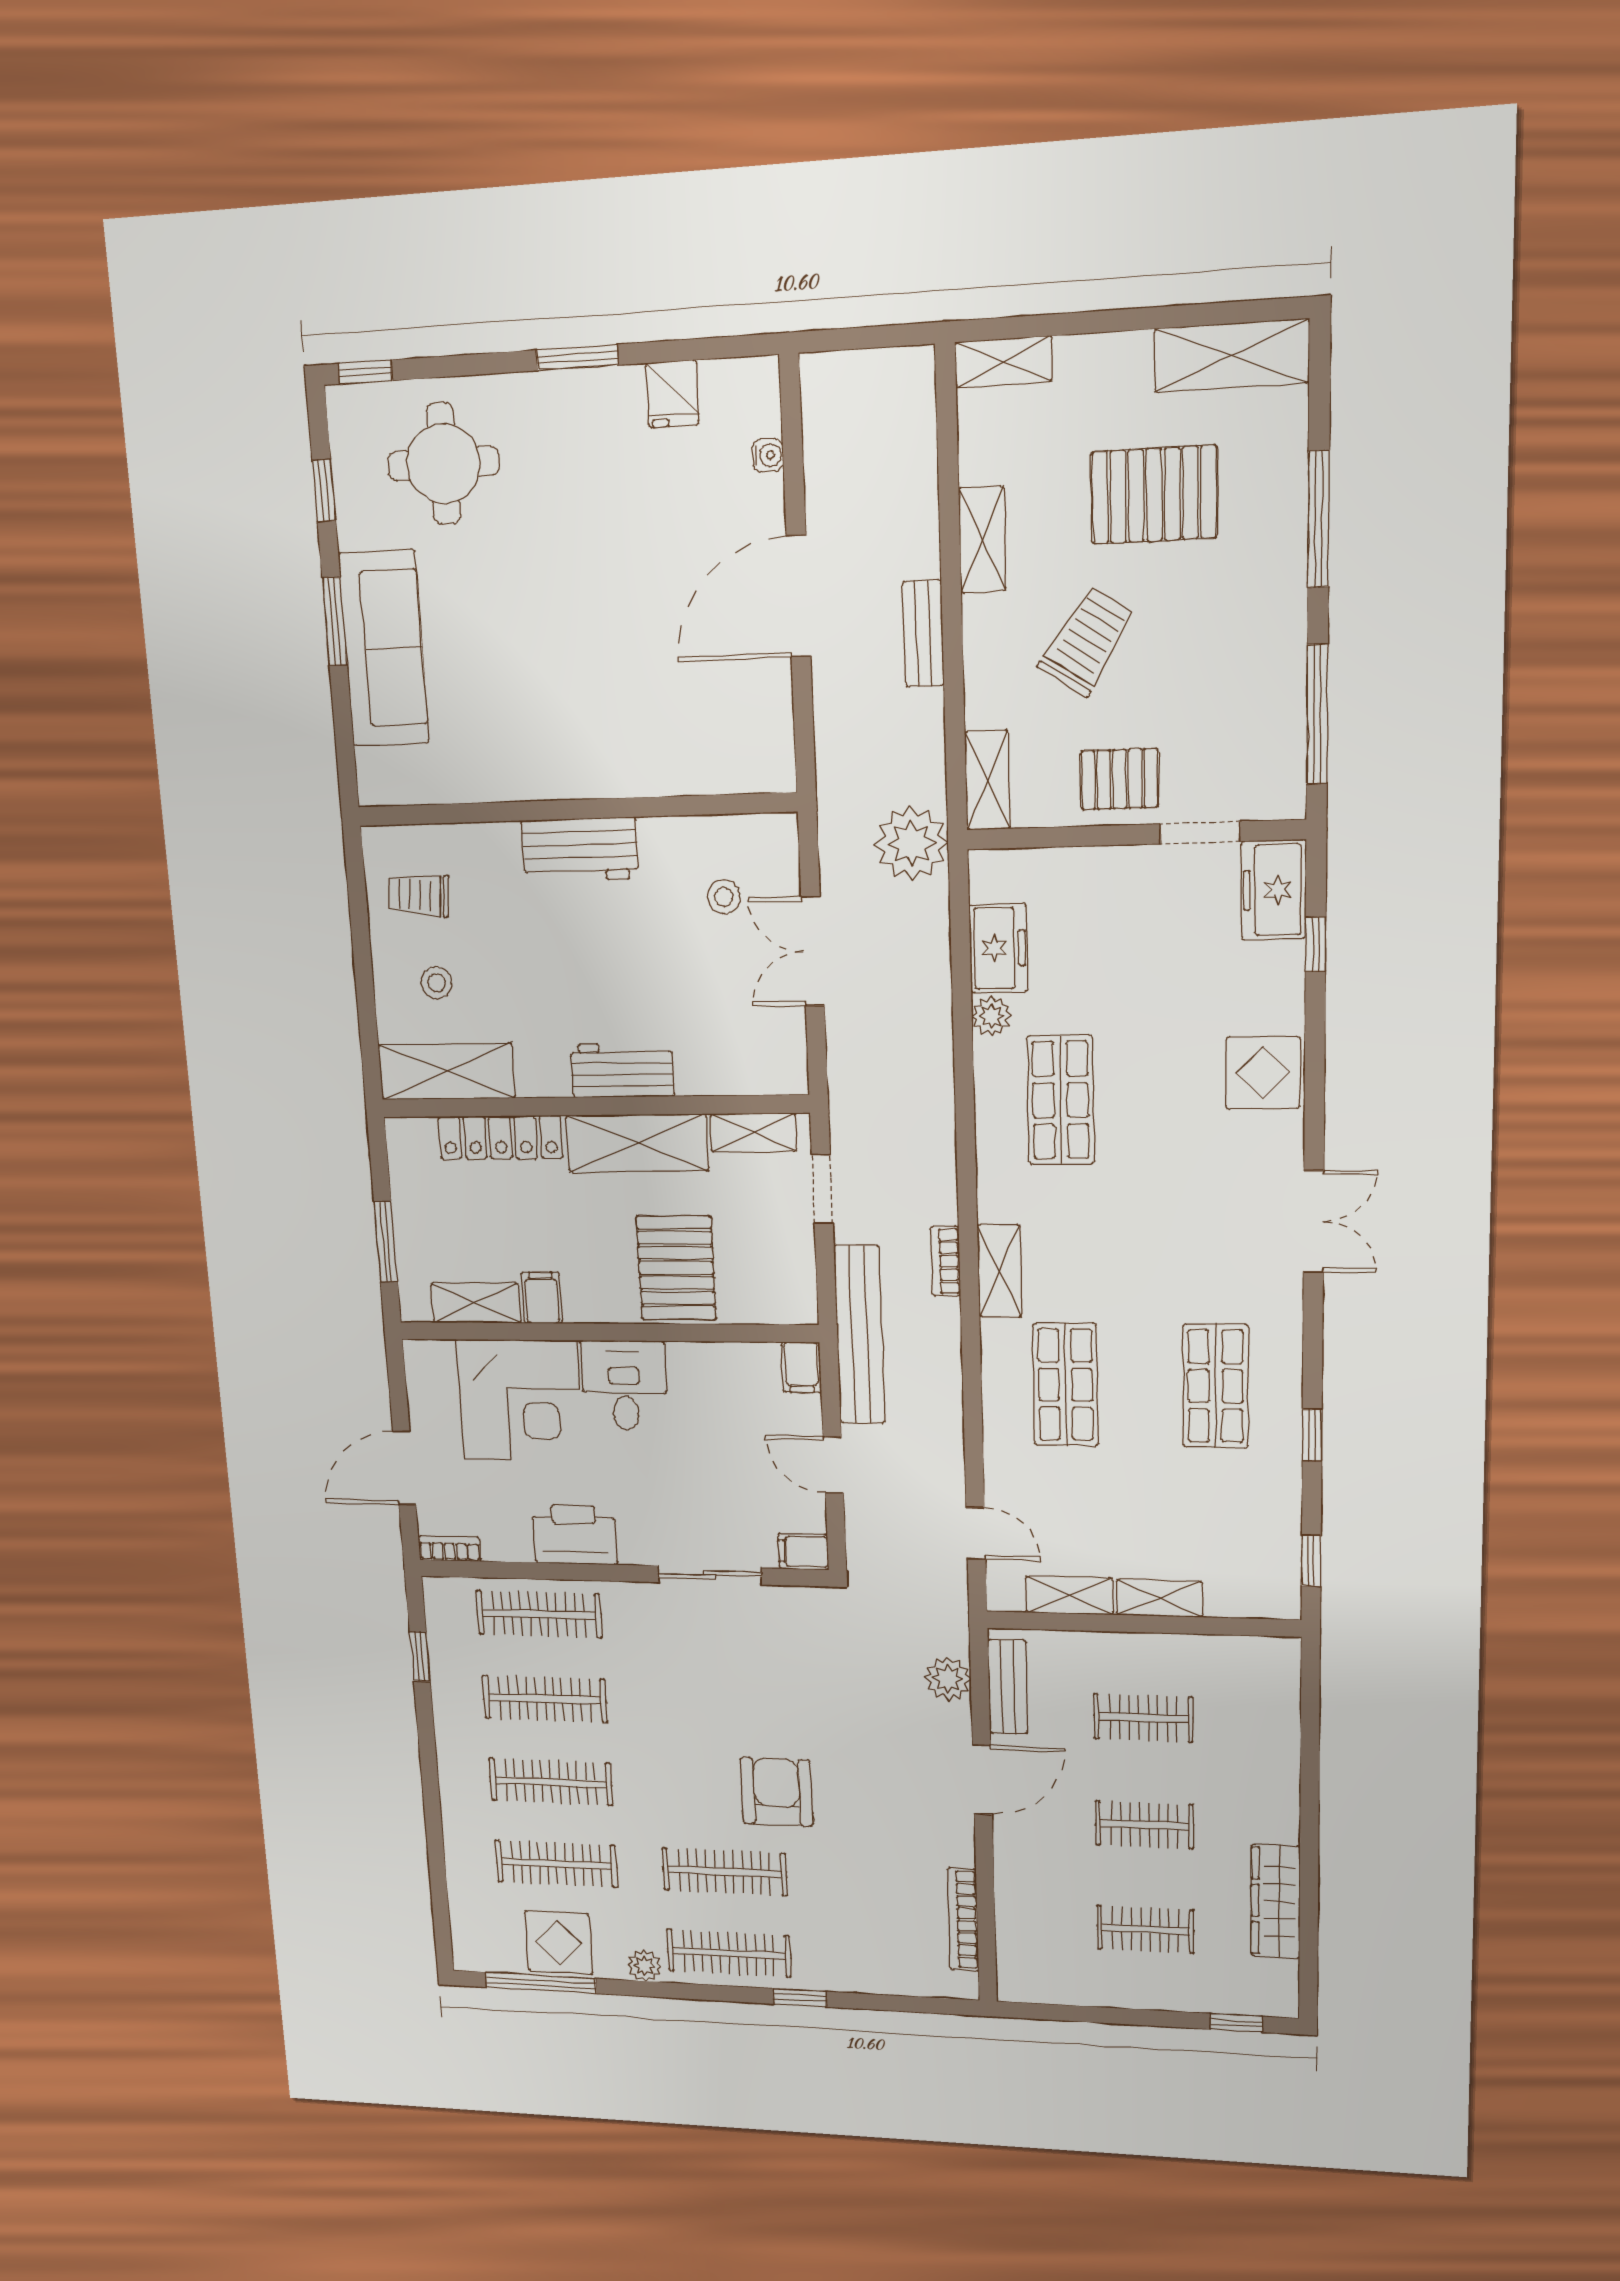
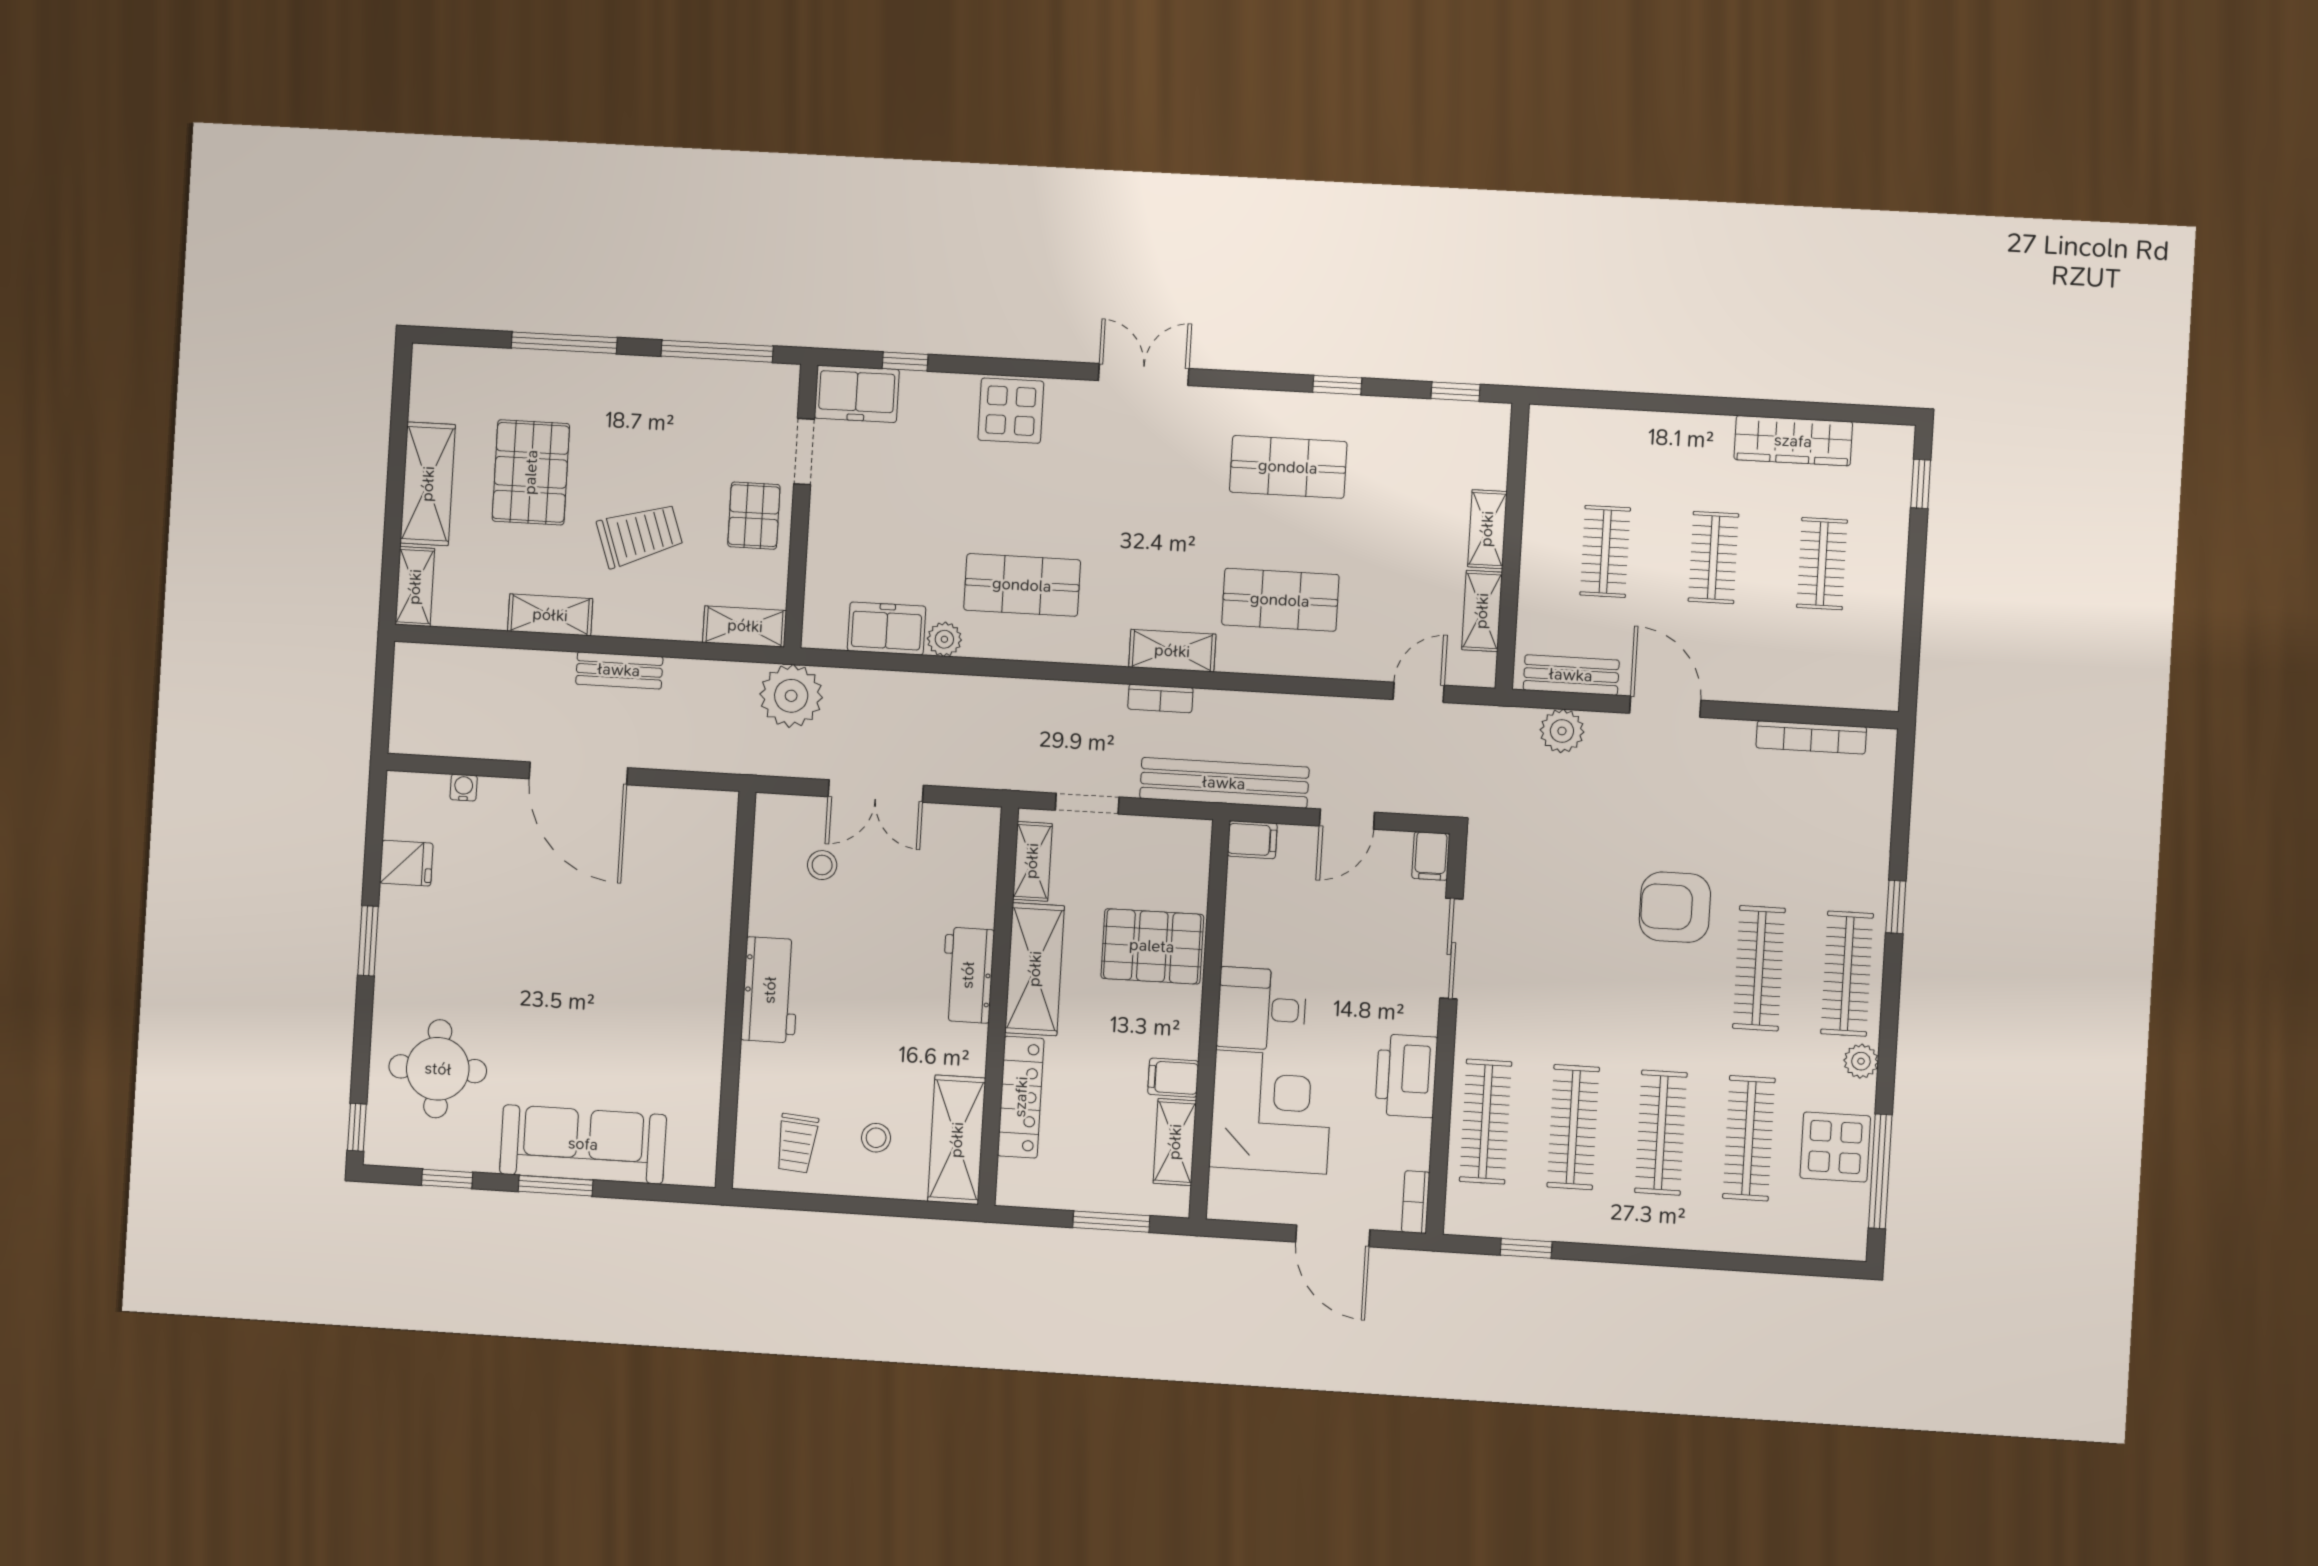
shelving: (1232, 356) -> (428, 484), moved
trolley: (1087, 641) -> (640, 535), turned 128

